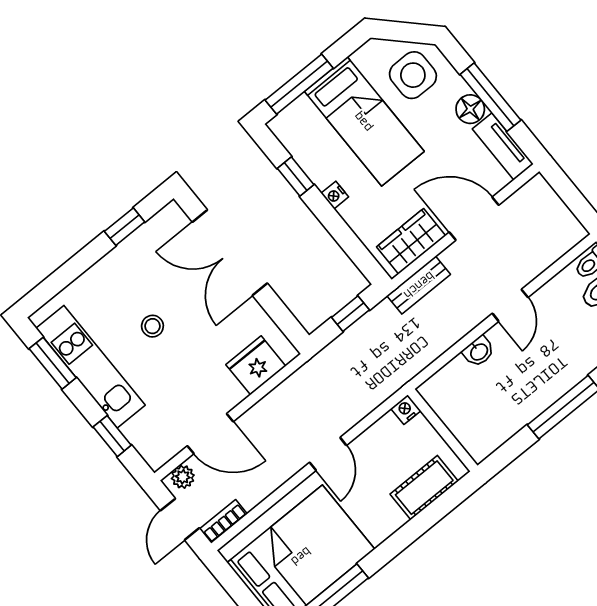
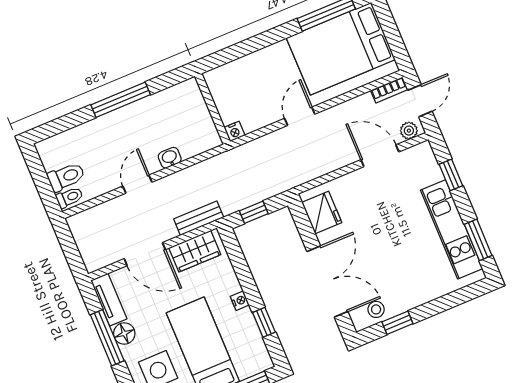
stool: (152, 326) -> (376, 309), moved
fridge: (256, 365) -> (322, 212), moved, turned -90
cot: (424, 488) -> (238, 72), removed

